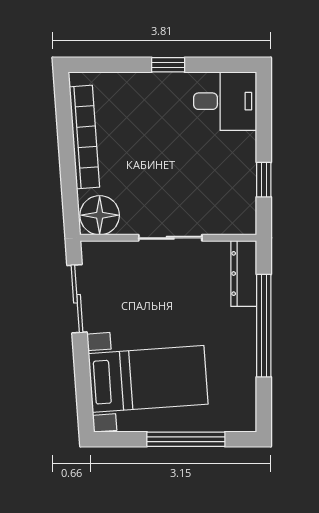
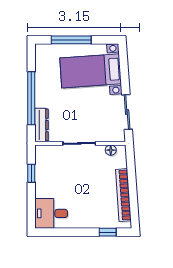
window: (168, 65) -> (108, 232), moved
floor lamp: (100, 215) -> (111, 150), width x0.53, depth x0.53

